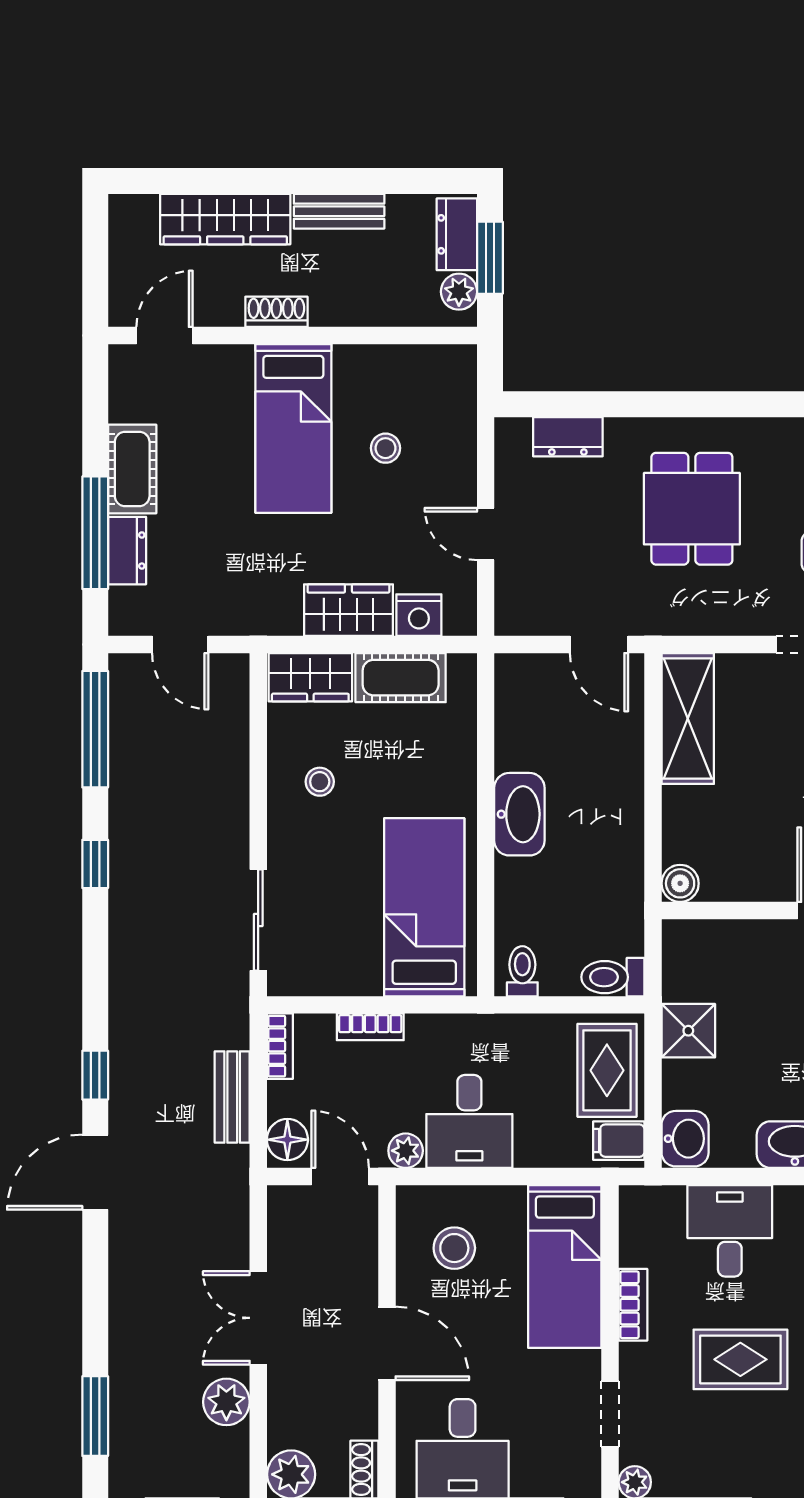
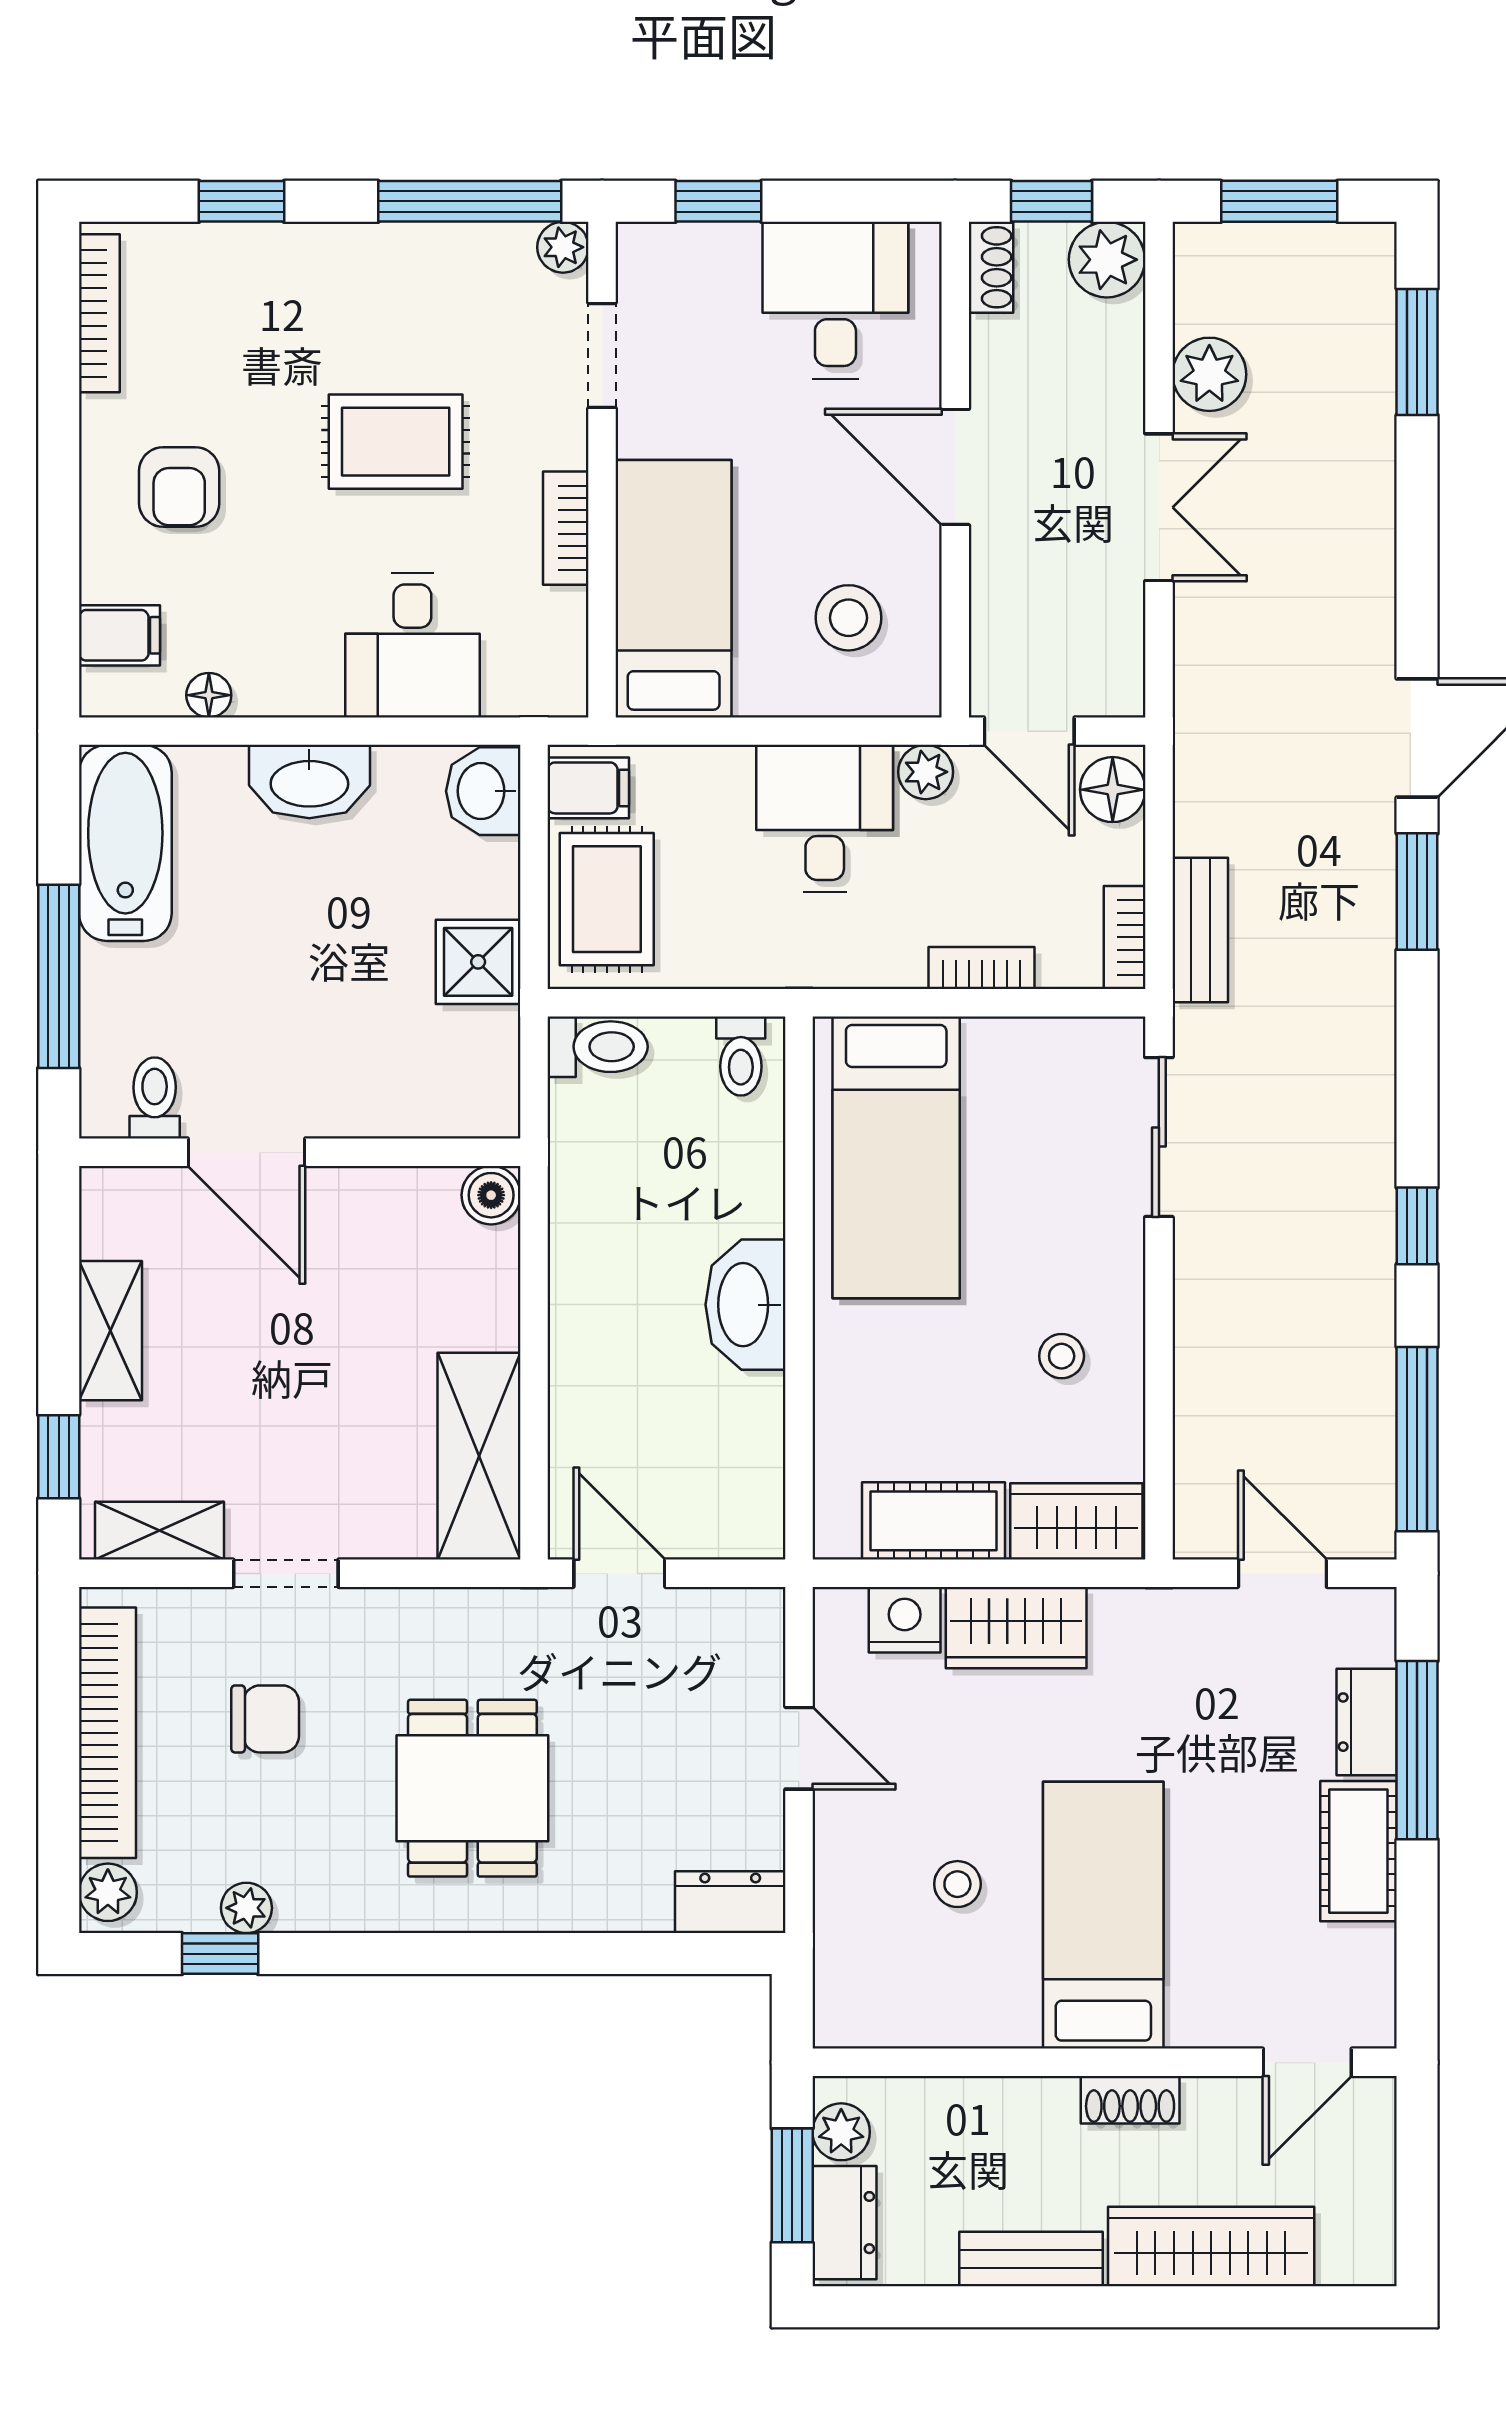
dresser: (568, 437) -> (730, 1902), moved
window: (95, 1075) -> (1417, 892), width x1.50
bench: (232, 1097) -> (1200, 930), moved

